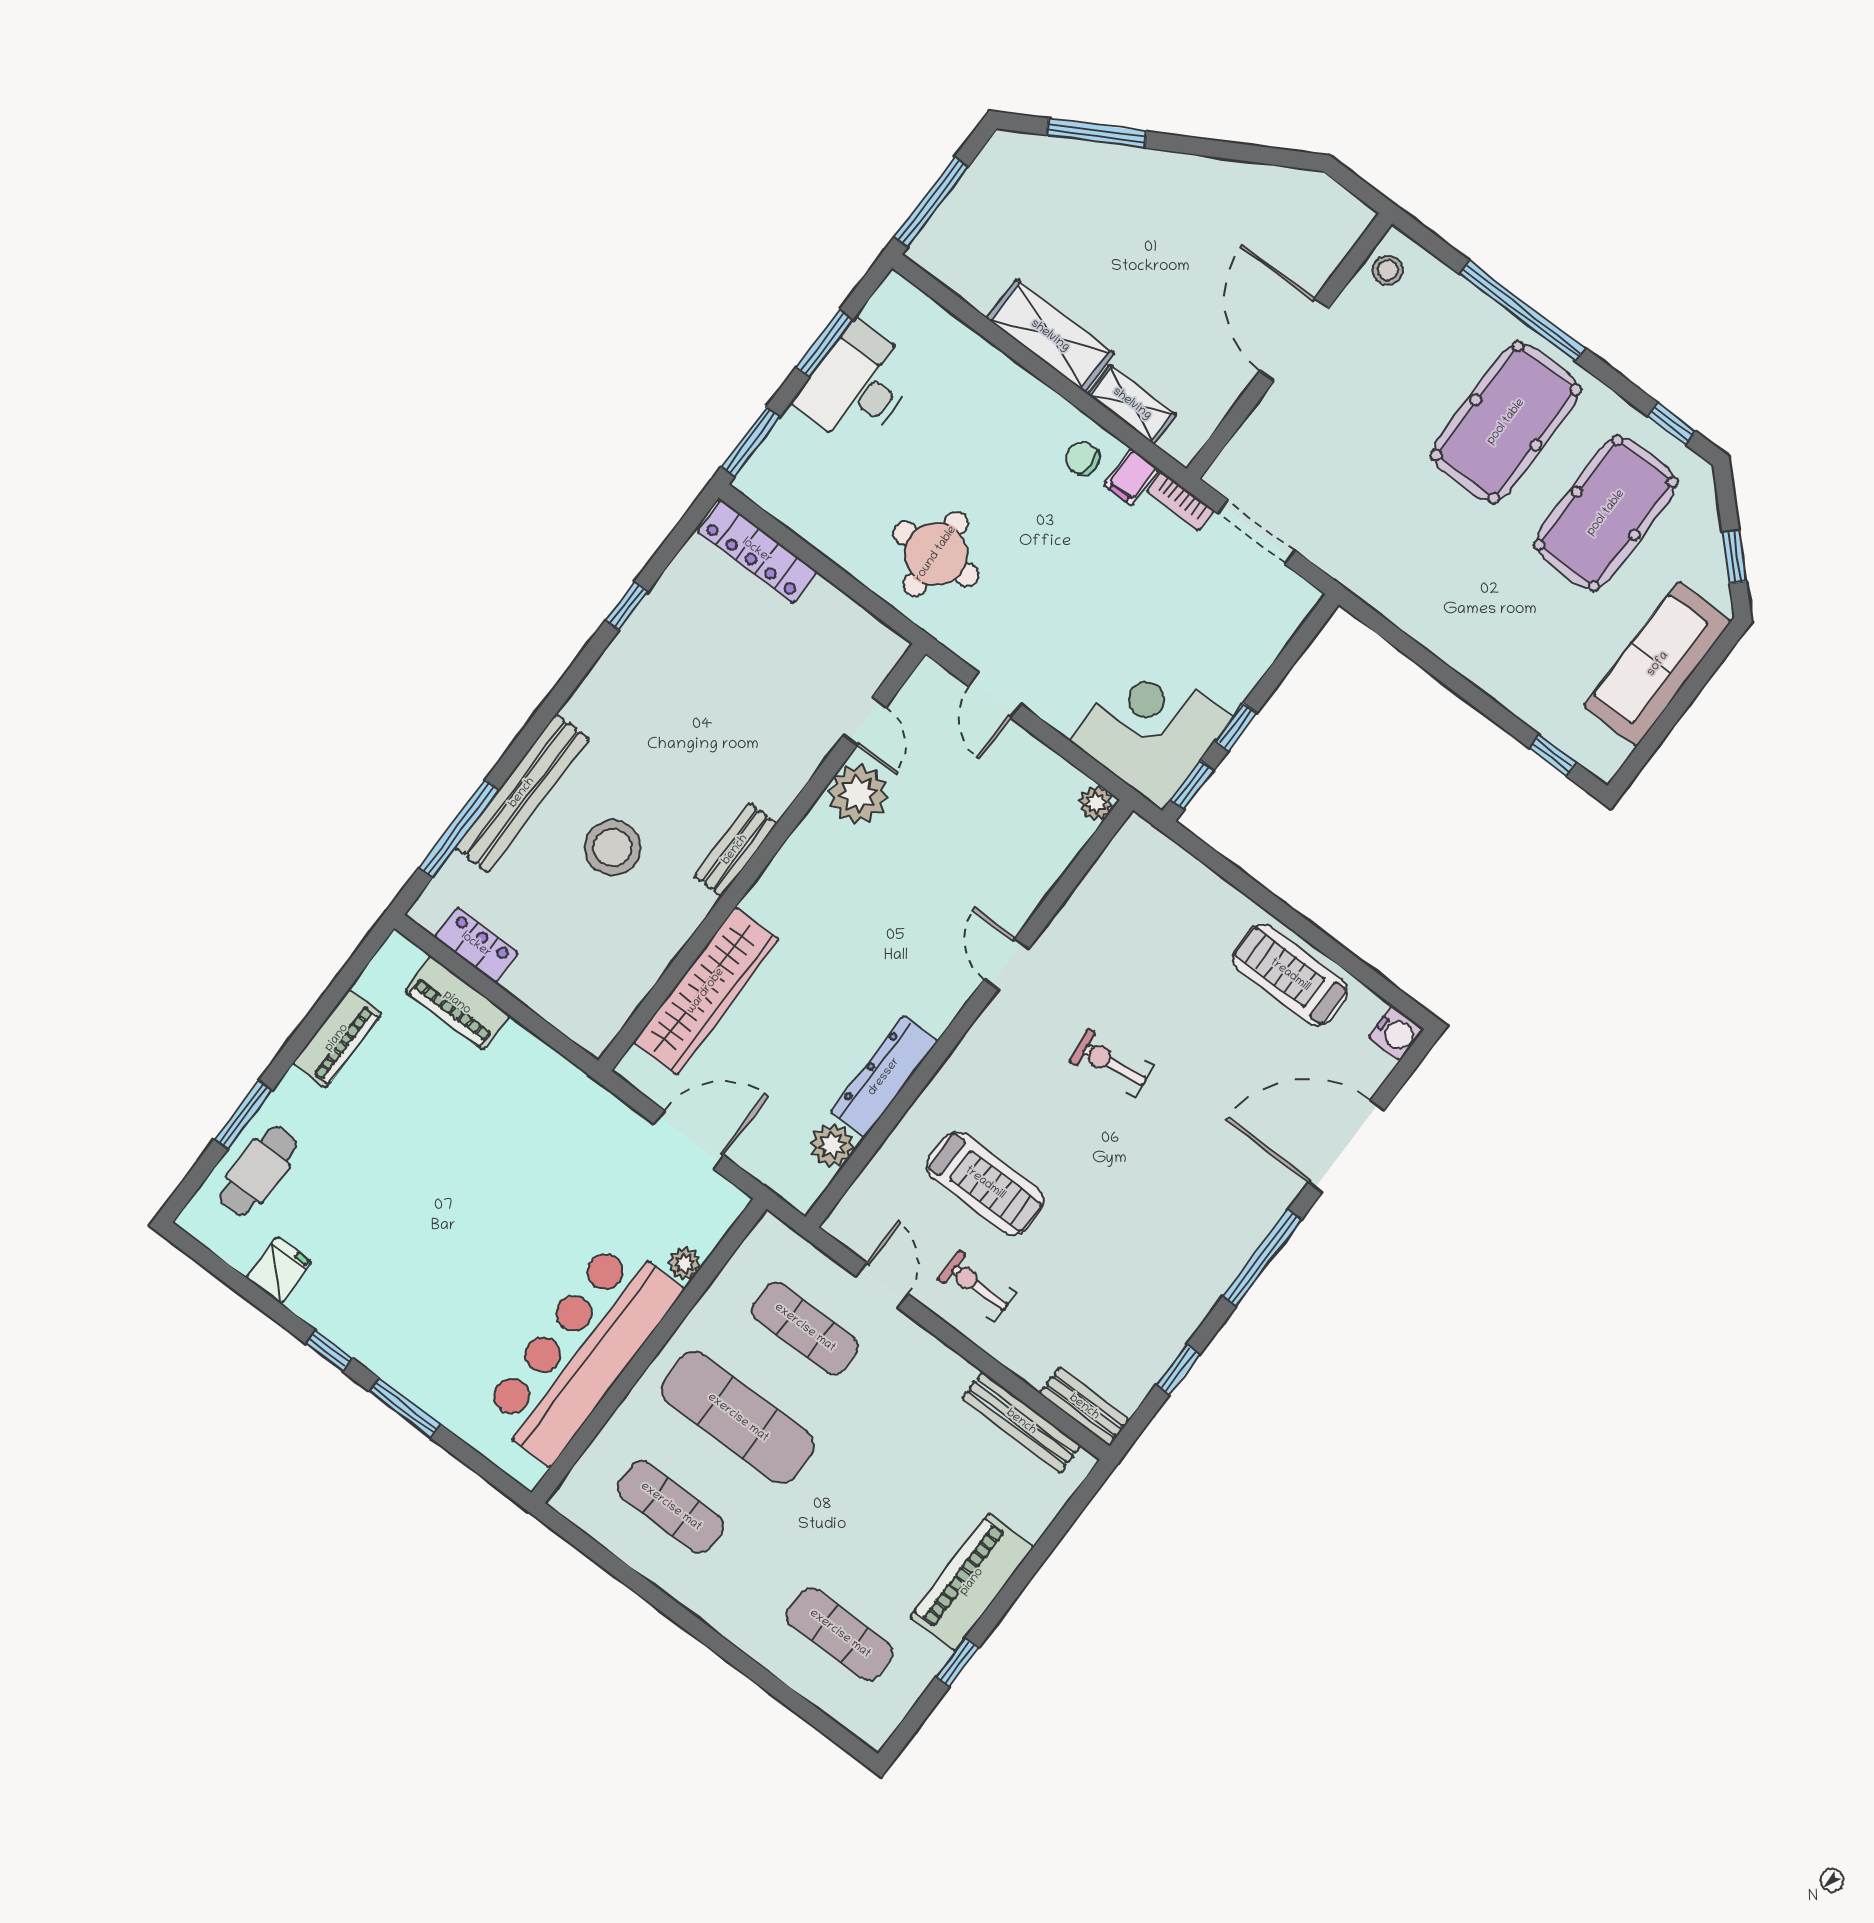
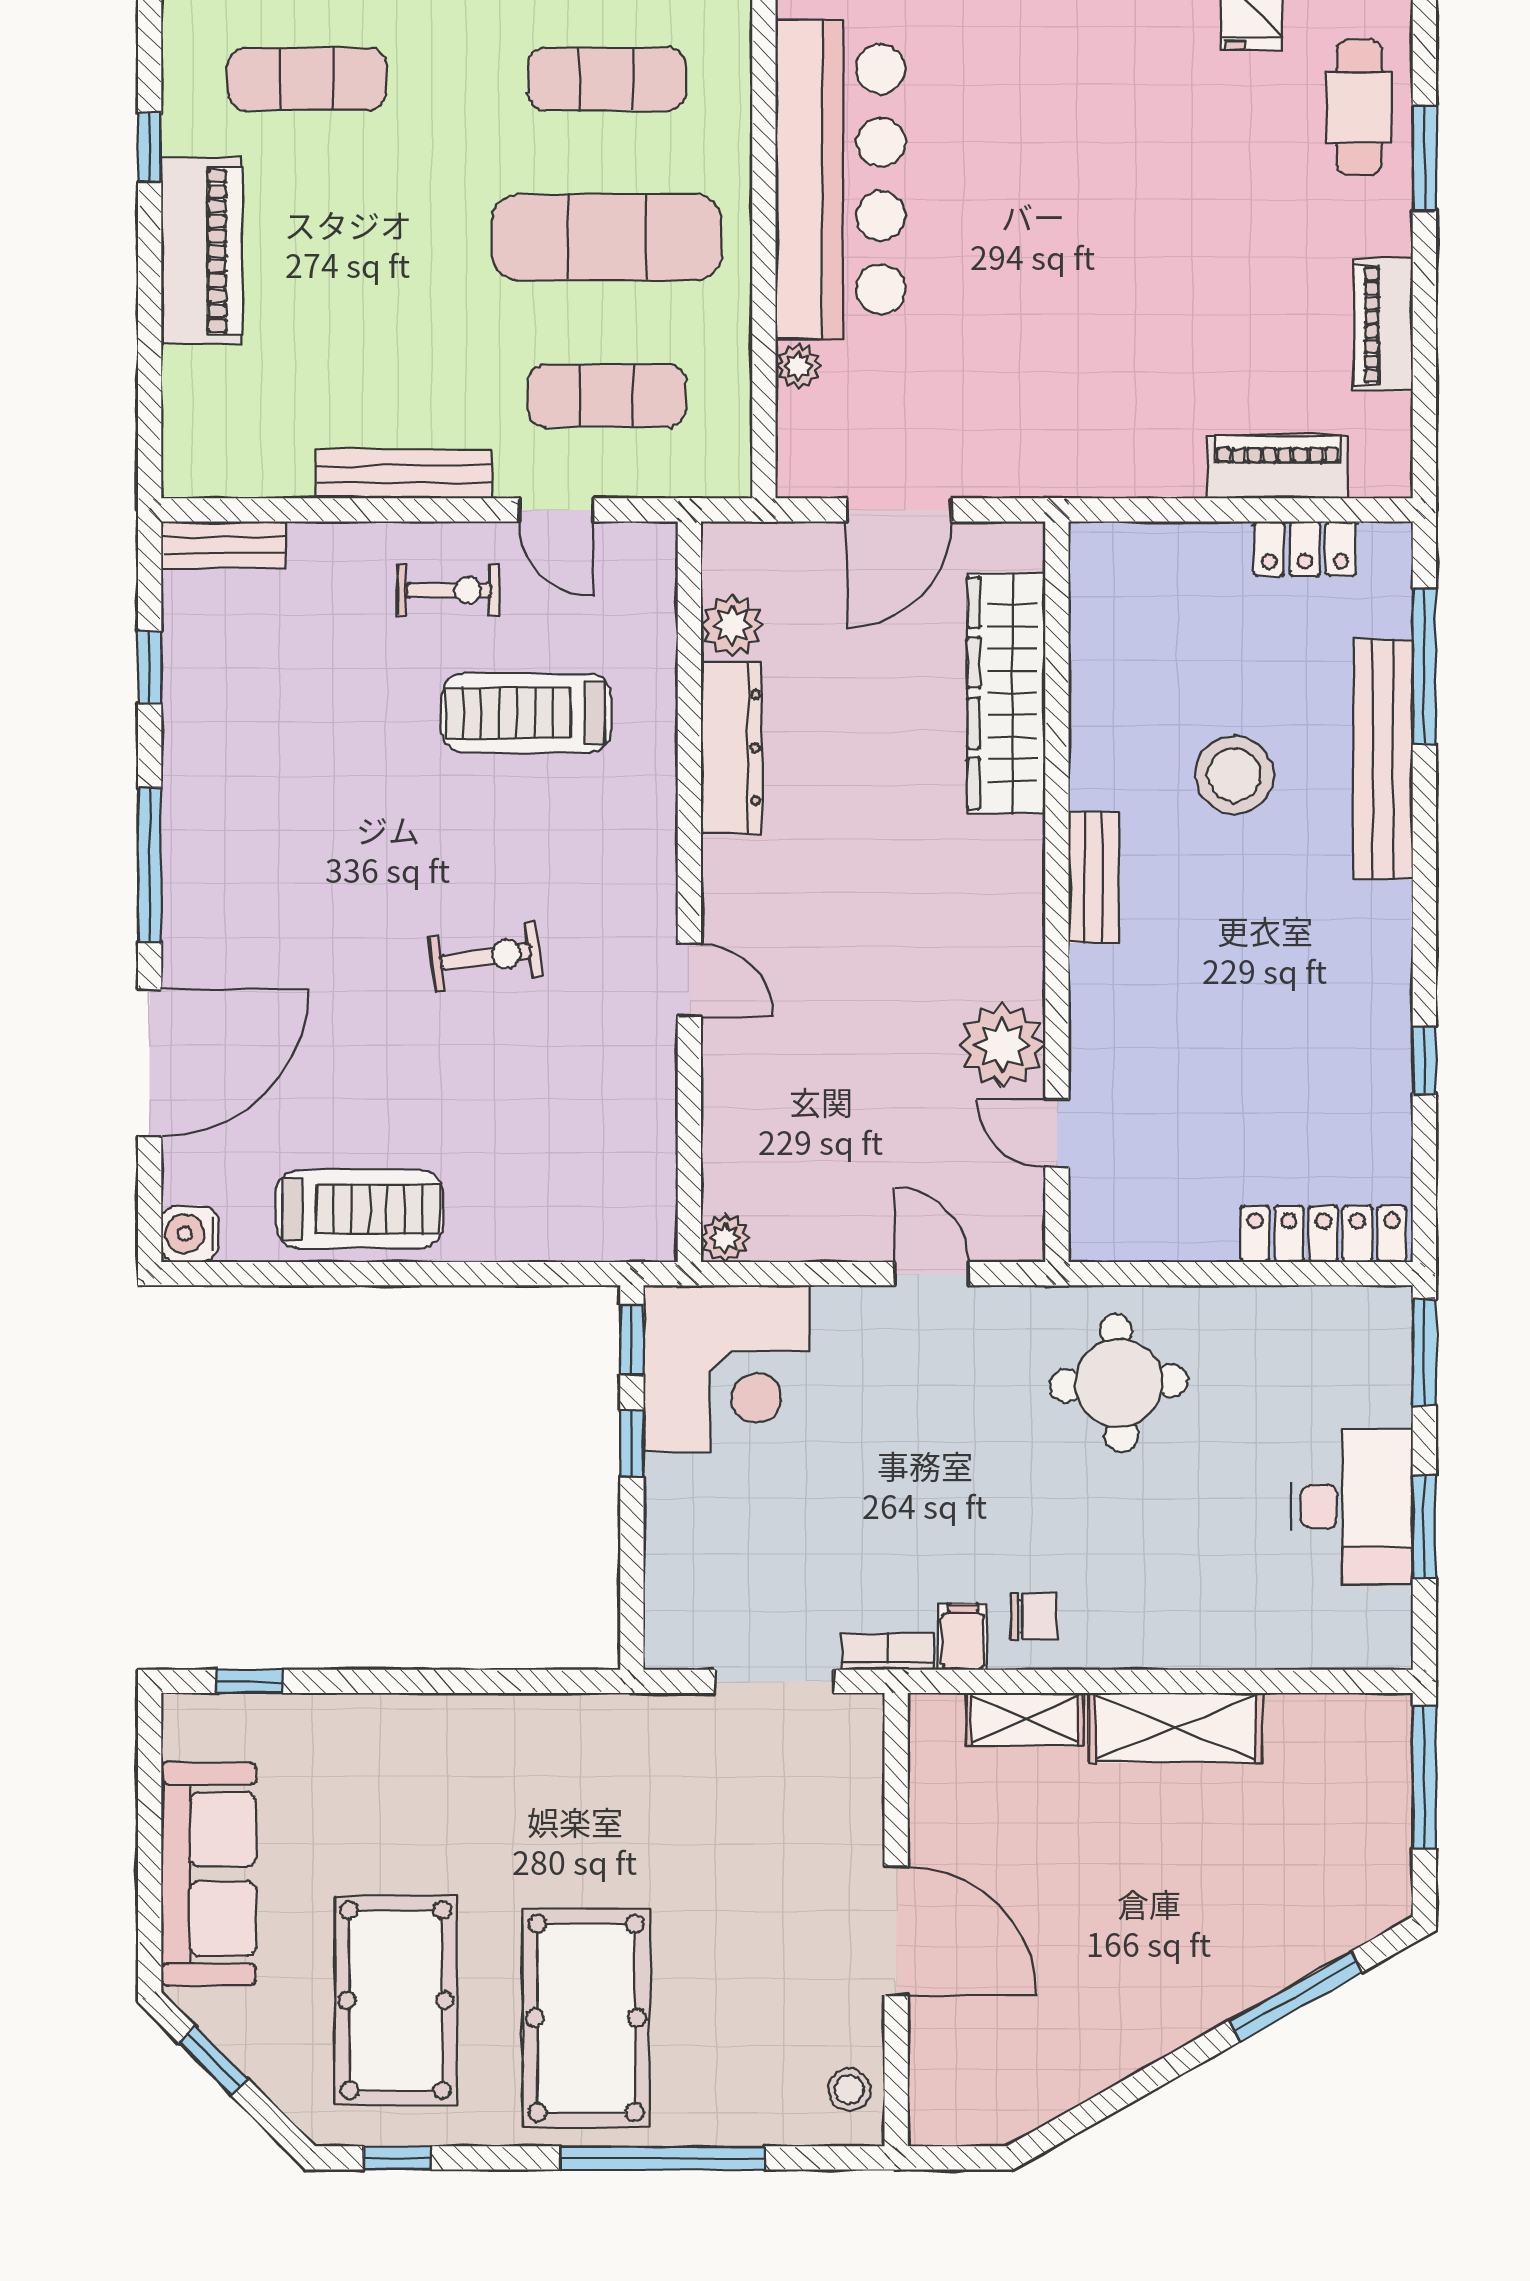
bench: (1021, 1422) -> (403, 474), moved

